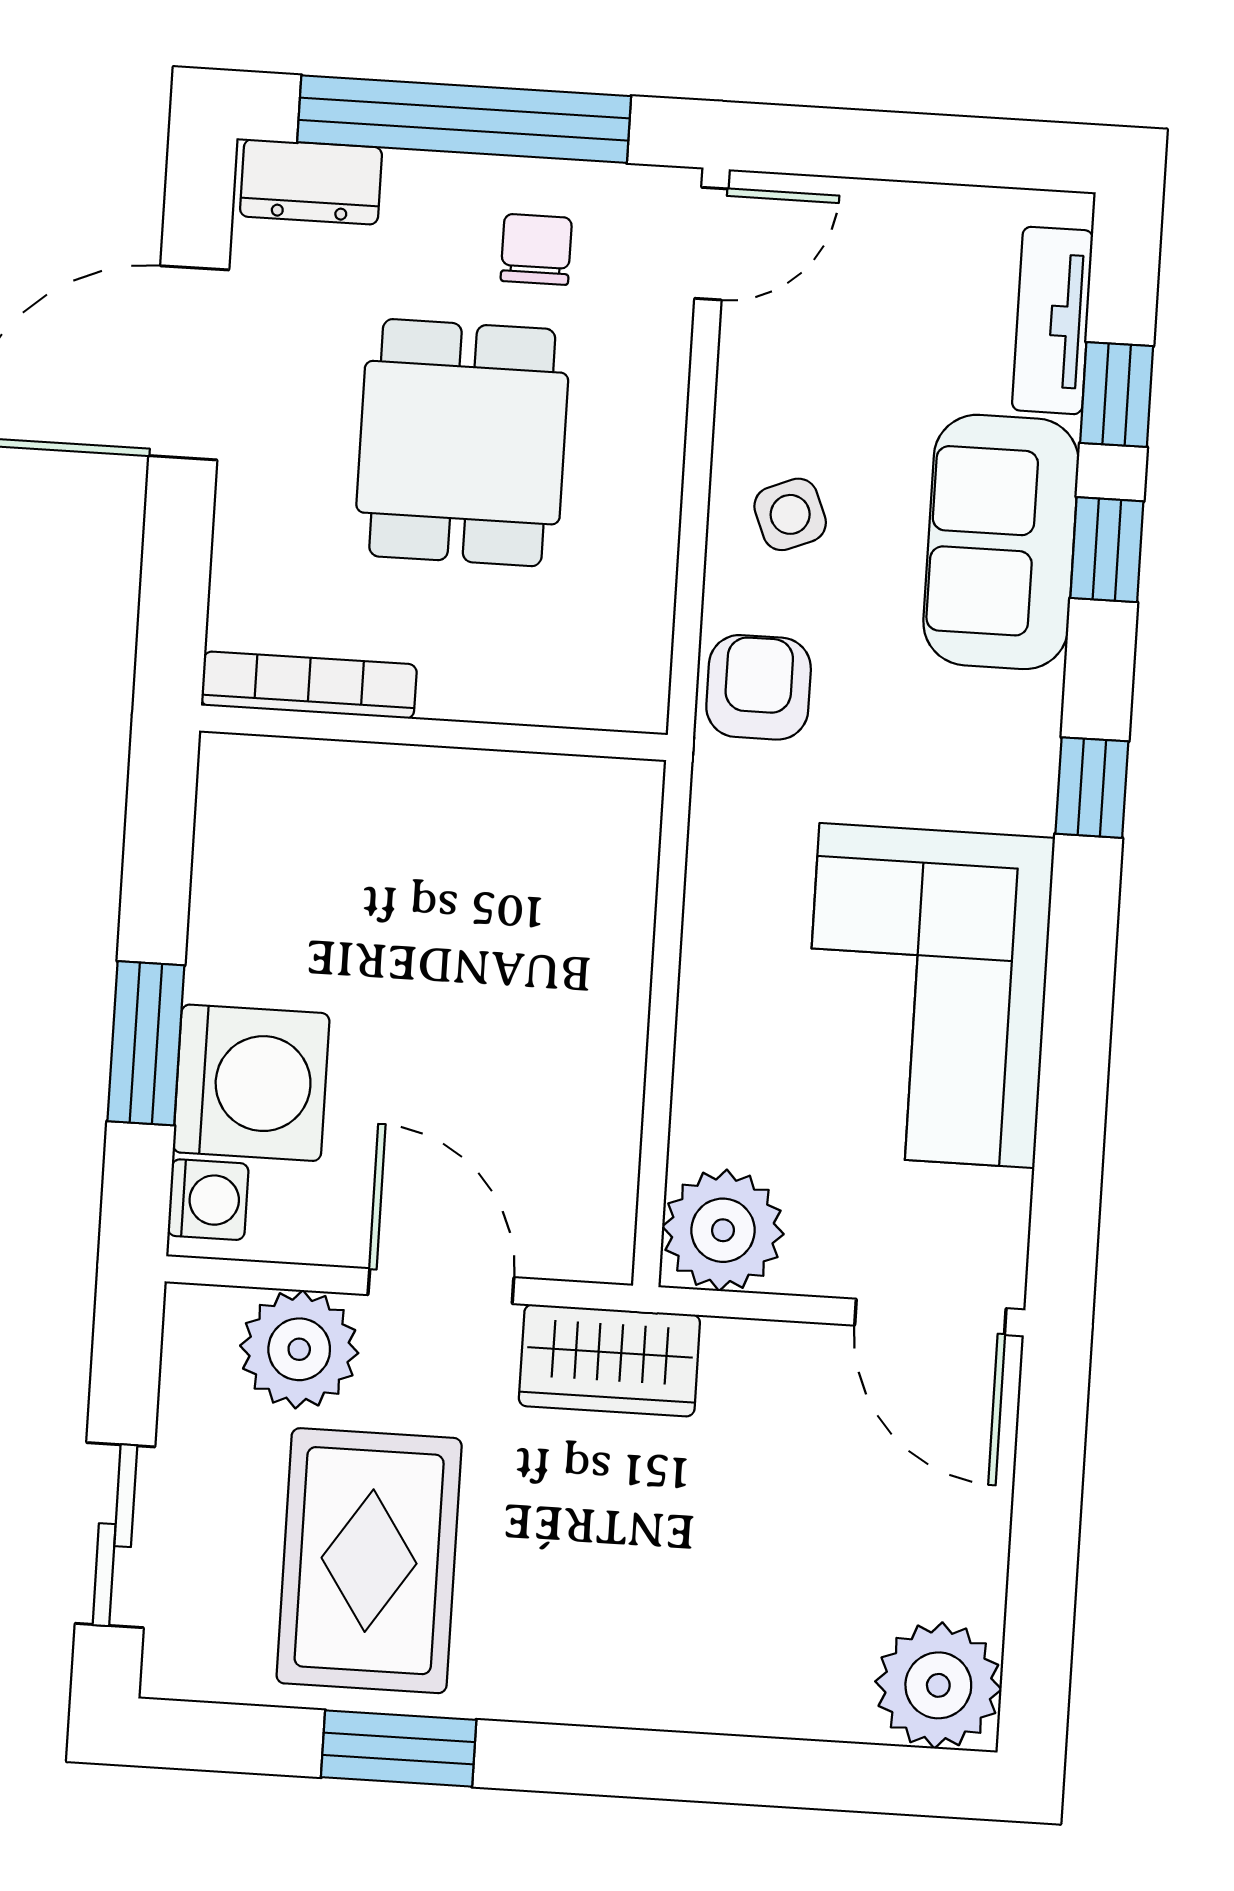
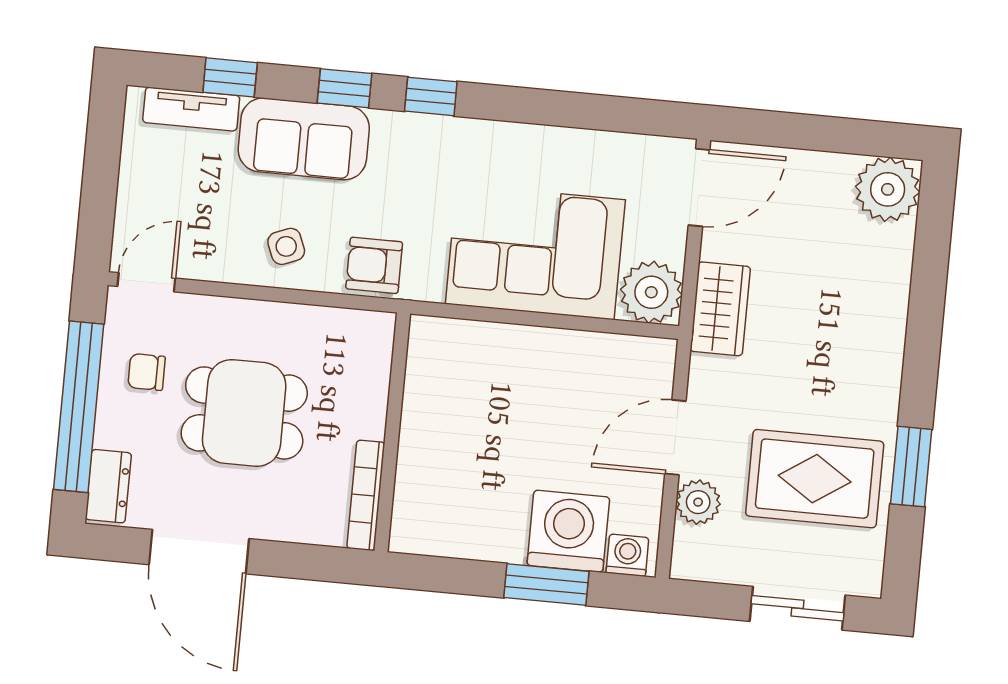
door: (711, 244) -> (146, 282), hinge flipped
window: (1107, 550) -> (345, 88), moved
corner sofa: (927, 996) -> (535, 252), moved, turned 180
plant: (299, 1349) -> (698, 502), width x0.73, depth x0.73
wardrobe: (609, 1360) -> (720, 309), moved

